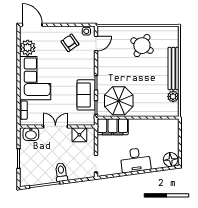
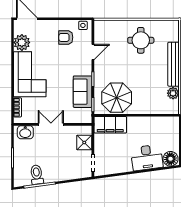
armchair: (70, 43) -> (66, 37), turned -55
door: (96, 44) -> (93, 52), moved
round table: (142, 46) -> (141, 40), turned -31
shower: (79, 135) -> (84, 142), moved
desk: (135, 160) -> (147, 158), moved
toilet: (61, 172) -> (37, 175), moved

